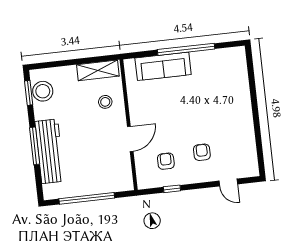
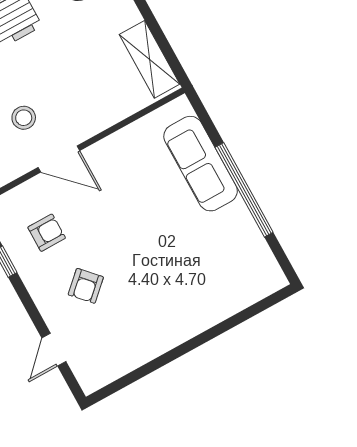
stool: (105, 102) -> (24, 118), moved
armchair: (202, 152) -> (86, 286), turned 137

